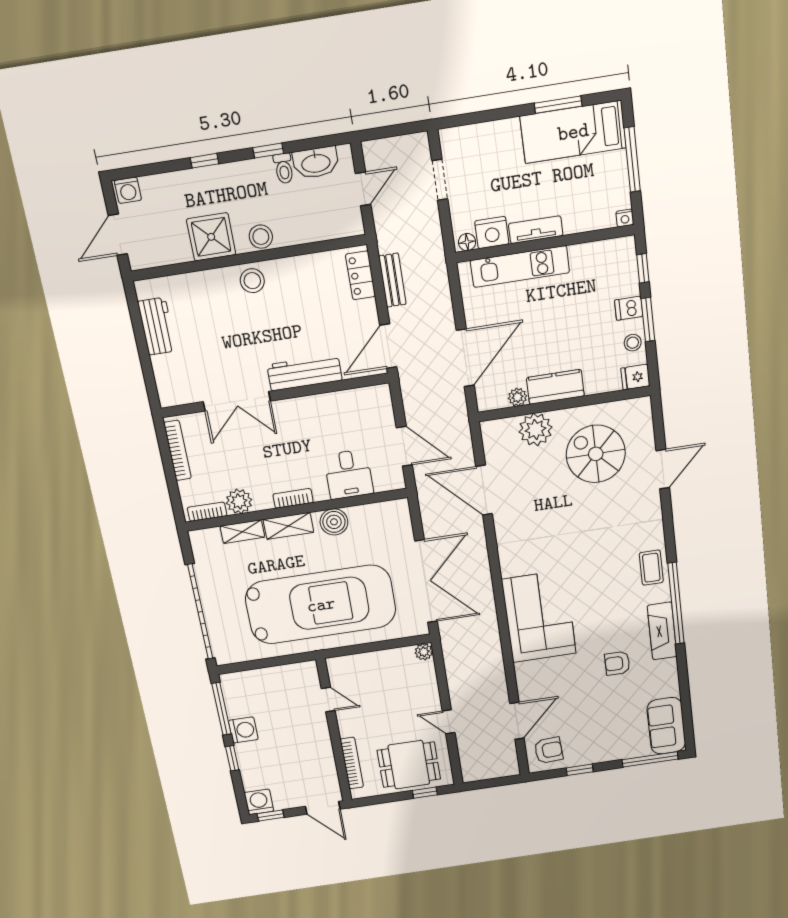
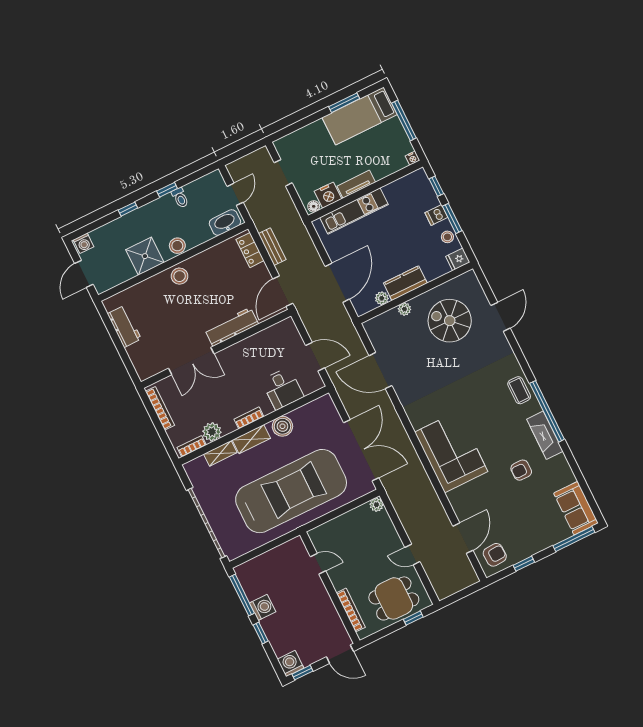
washbasin: (316, 163) -> (225, 223), moved, turned 180
plant: (536, 430) -> (404, 309), width x0.53, depth x0.53

